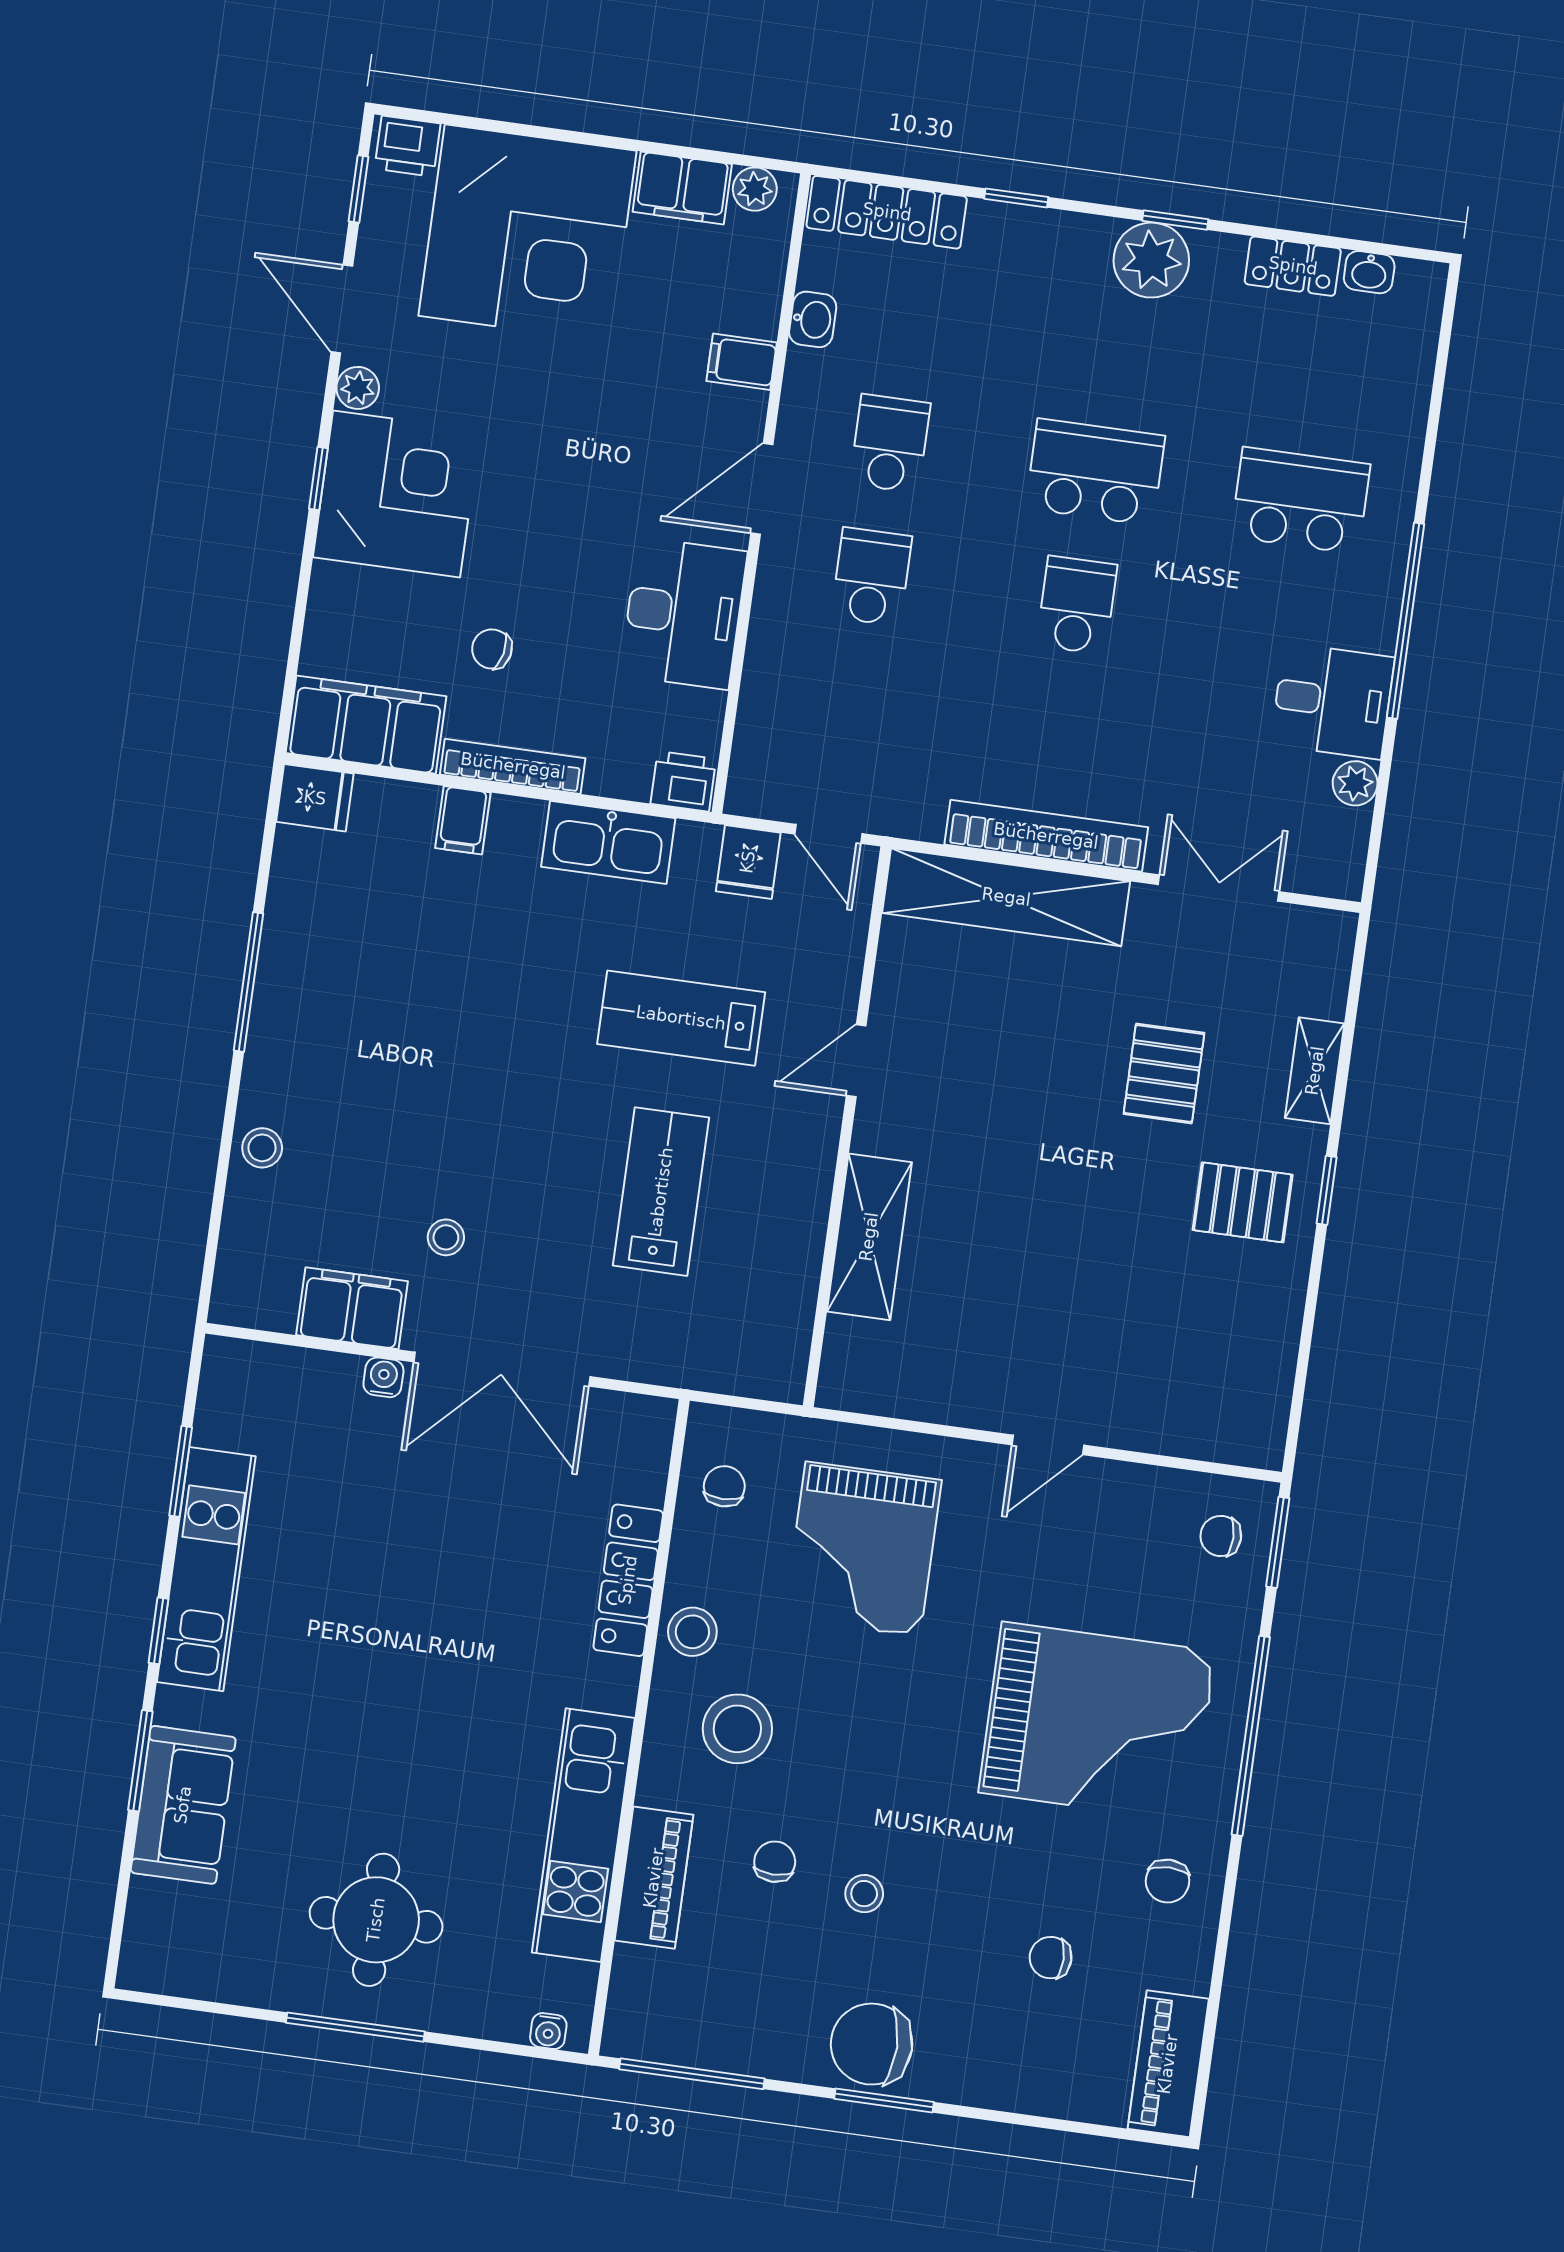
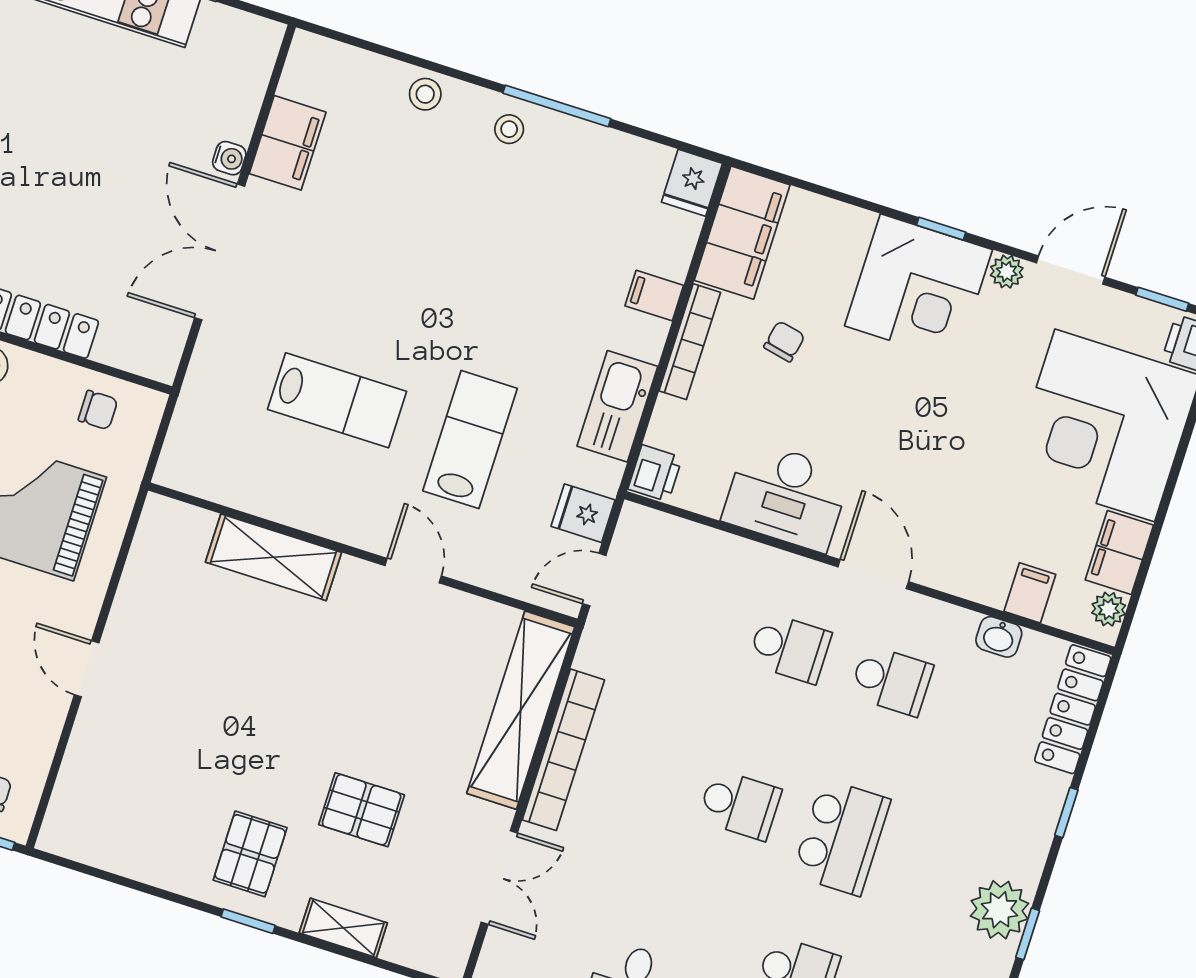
filing cabinet: (742, 362) -> (1030, 593), moved
stool: (446, 1237) -> (509, 129), moved

